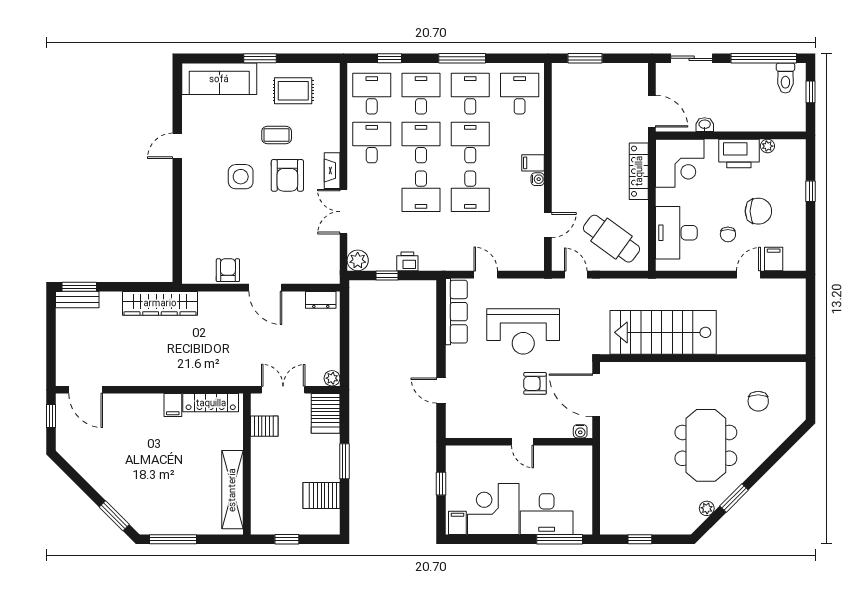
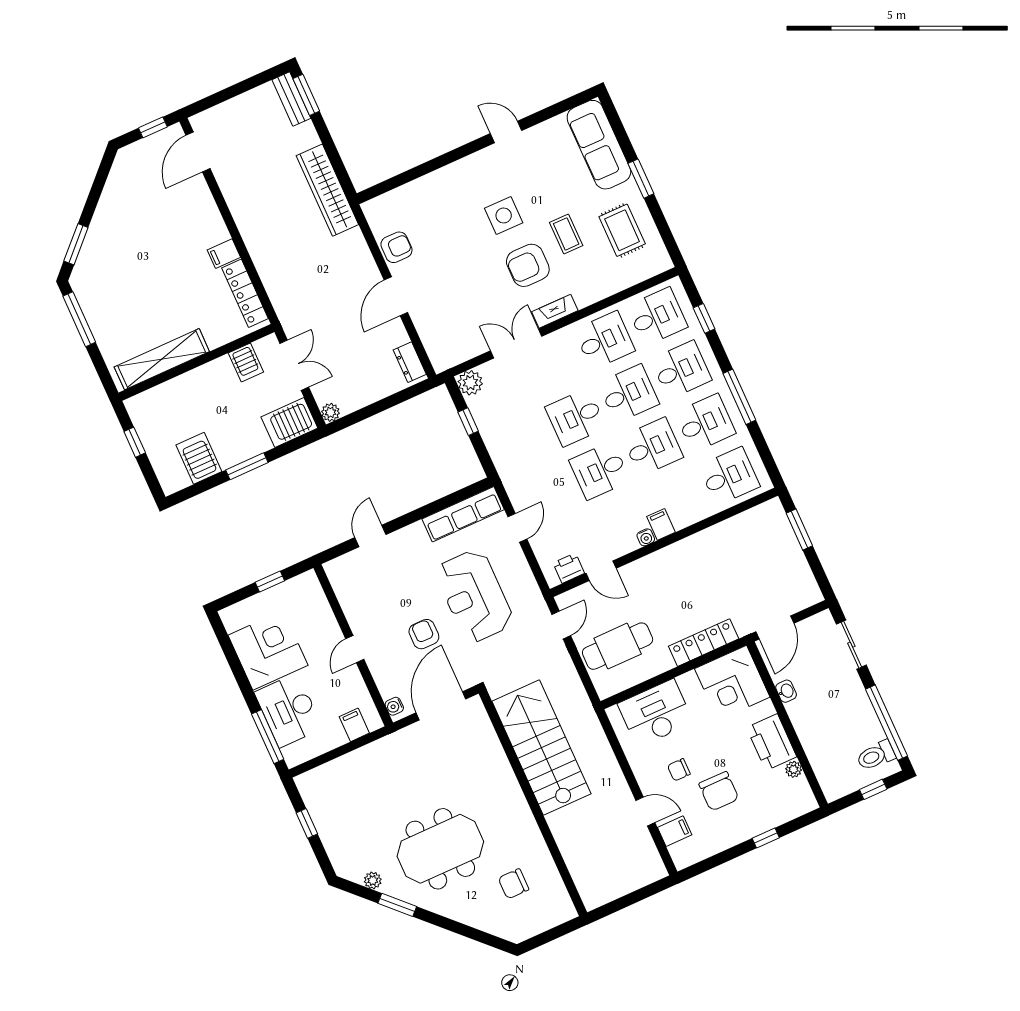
cafe table: (612, 239) -> (618, 646), turned 54
printer: (407, 261) -> (569, 568), moved, turned -90
filing cabinet: (457, 523) -> (354, 725), moved, turned -90

